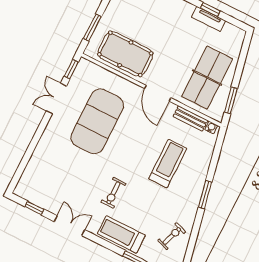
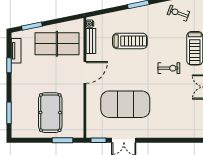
tv unit: (209, 19) -> (16, 51), moved
pool table: (125, 54) -> (50, 113), moved
window: (231, 100) -> (32, 26), moved
treadmill: (168, 164) -> (130, 41), turned 180

